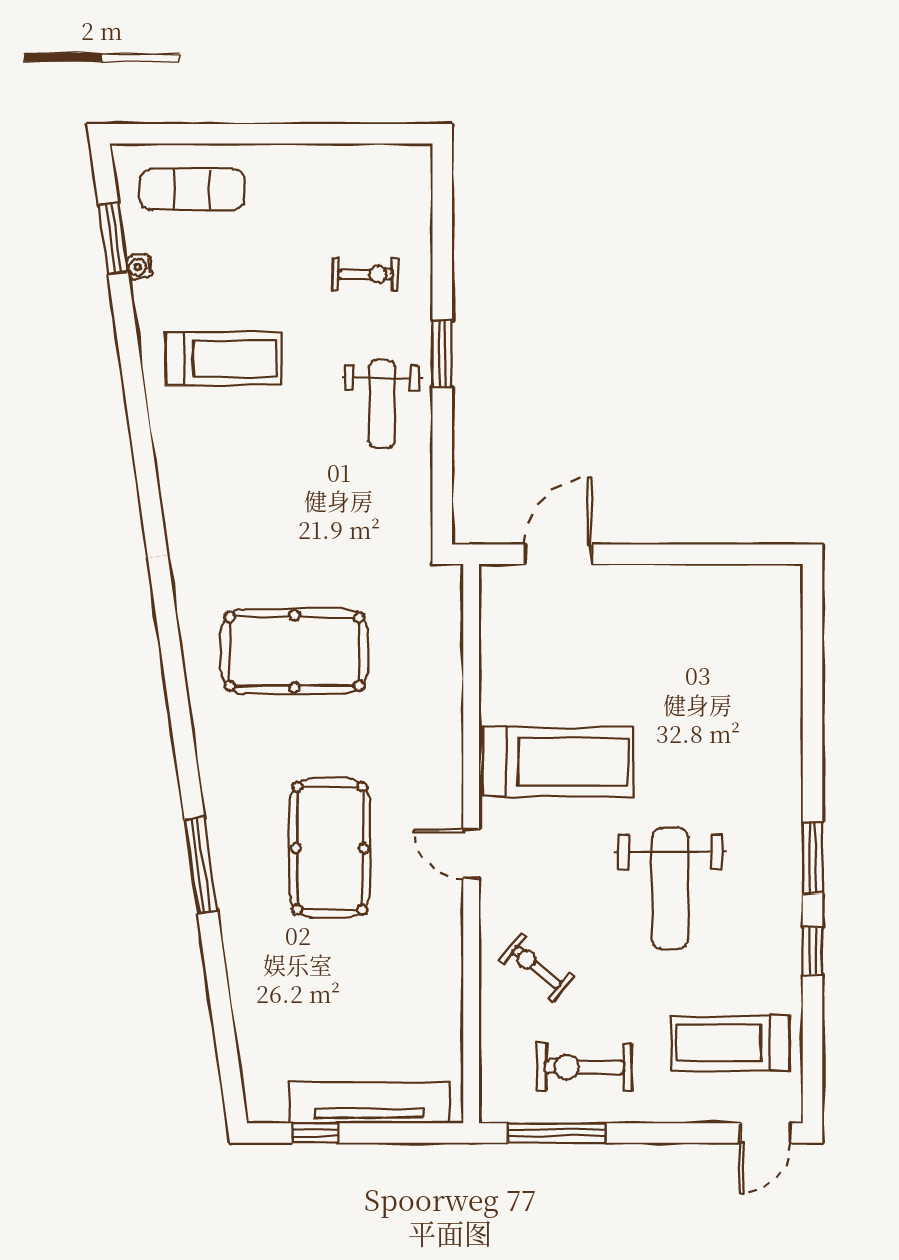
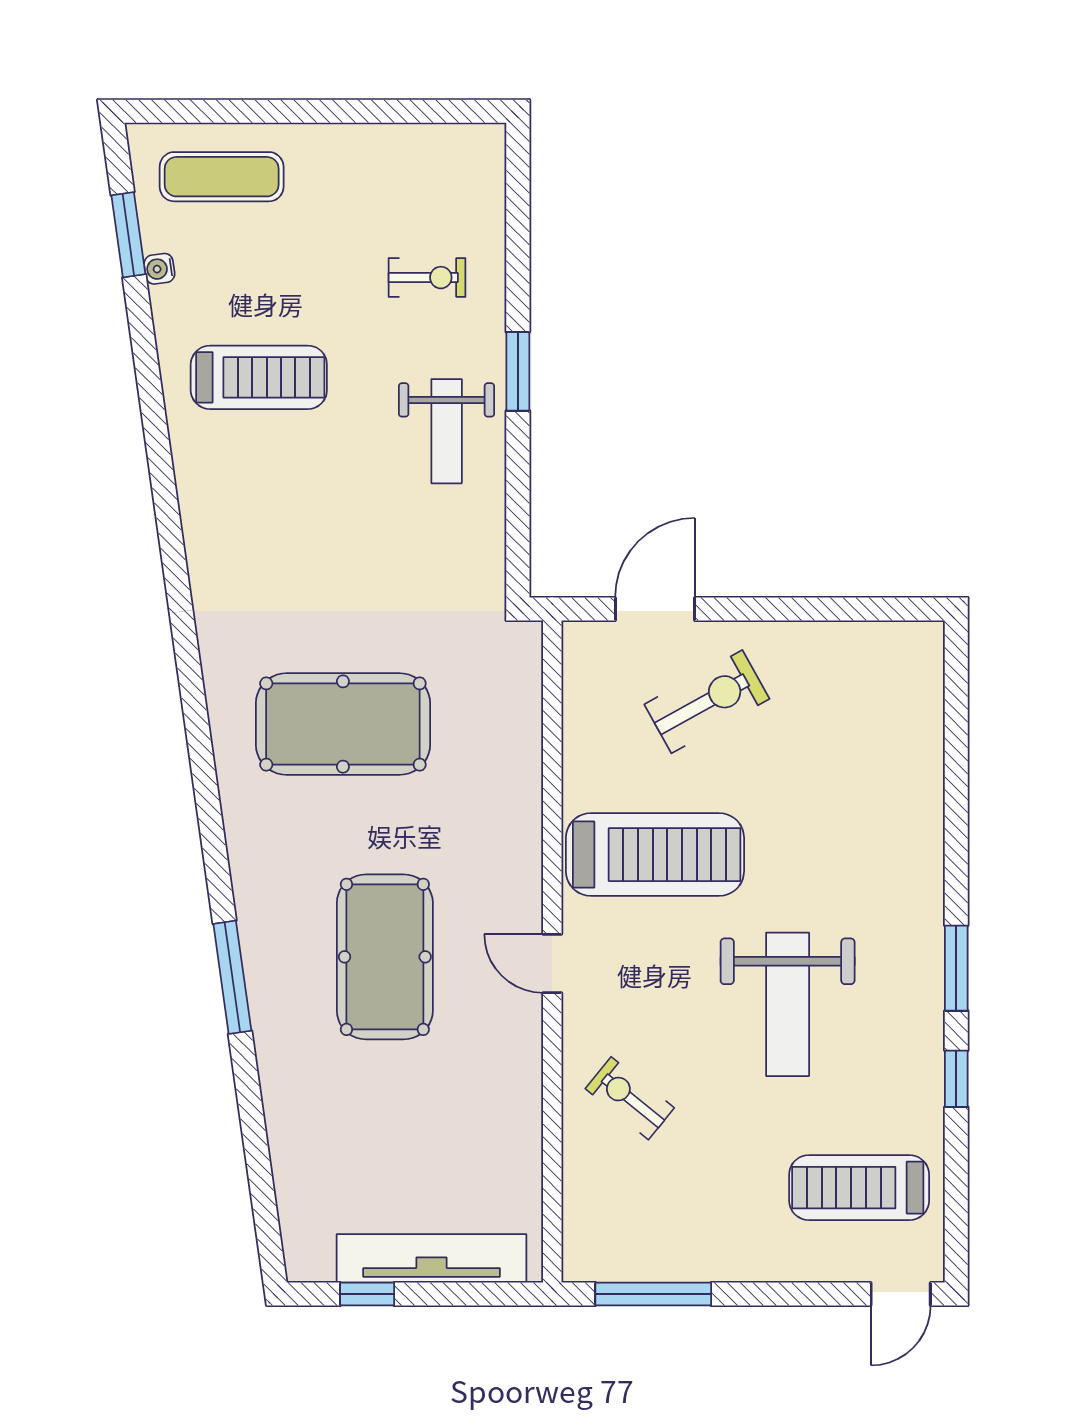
exercise bike: (584, 1067) -> (707, 702), moved, turned 151

